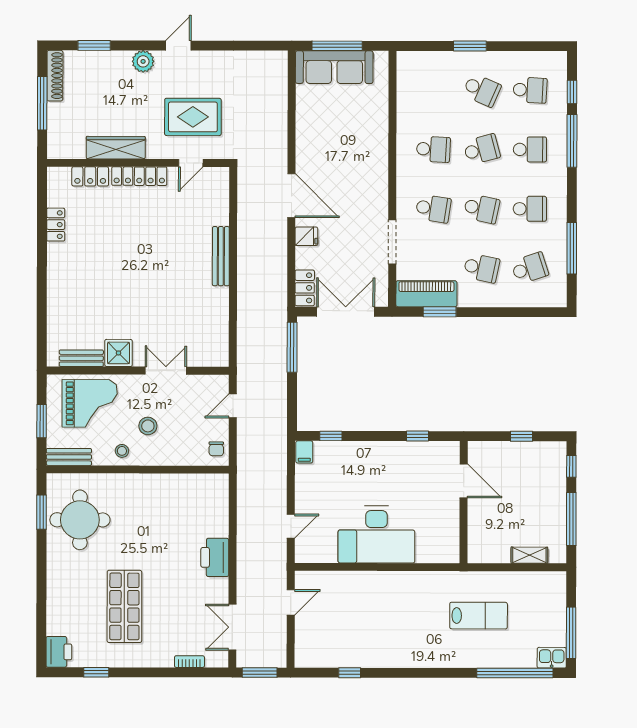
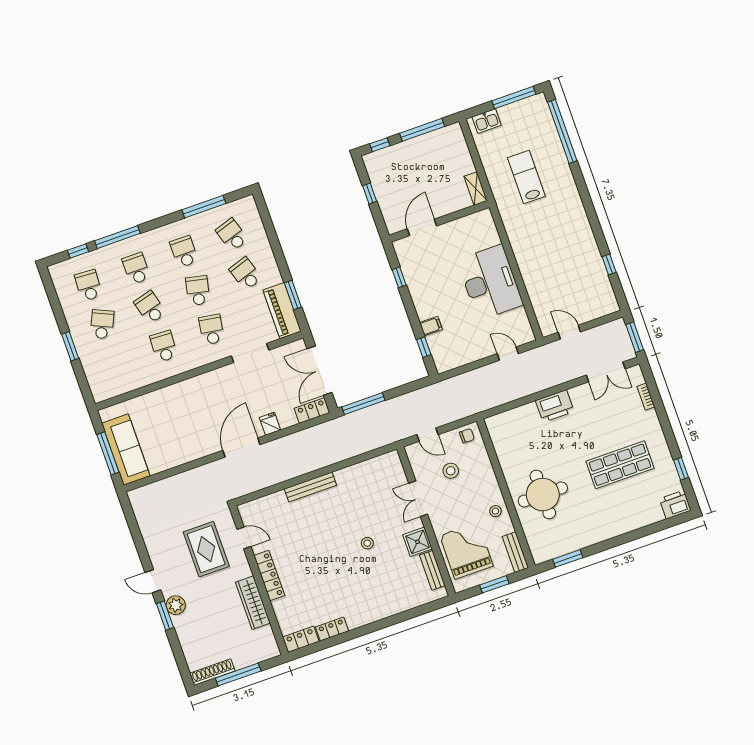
window: (94, 45) -> (165, 616), moved
locker: (90, 176) -> (301, 639), moved, turned -90
school desk: (481, 268) -> (246, 274), turned -30
stool: (137, 297) -> (367, 543), added
stool: (148, 426) -> (451, 471), moved
filing cabinet: (304, 452) -> (431, 326), moved
round table: (80, 520) -> (543, 494), moved
shelving: (529, 555) -> (476, 189), moved
kitchen sink: (552, 658) -> (487, 121), moved, turned -90

